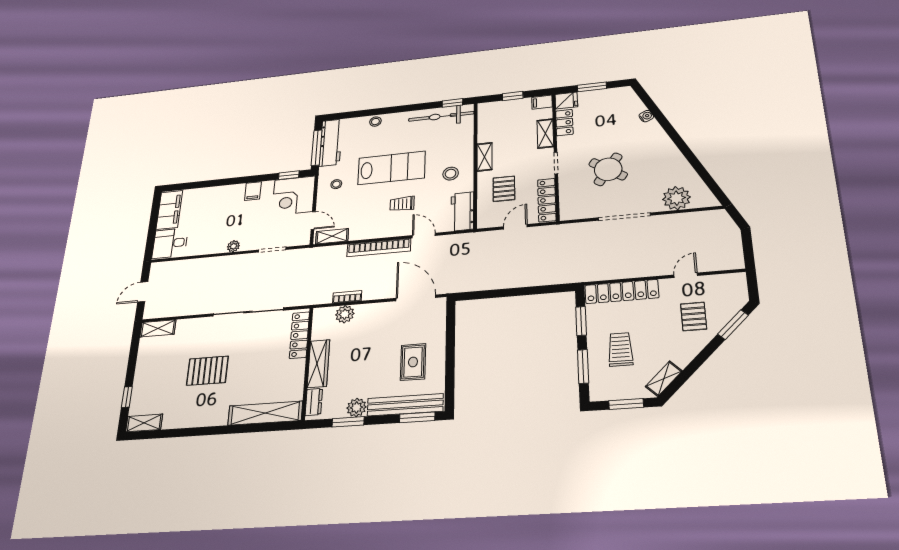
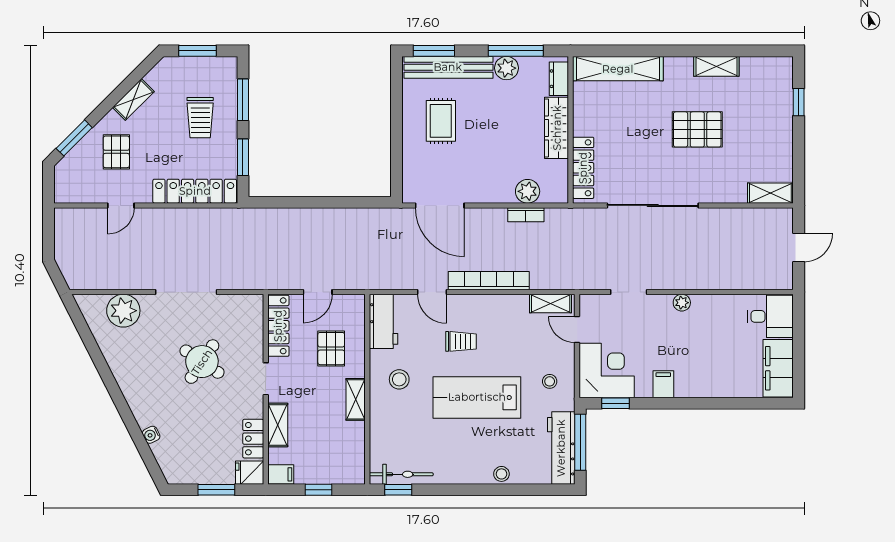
bicycle: (441, 116) -> (401, 474), width x0.73, depth x0.71
shelving: (664, 379) -> (133, 99), moved
window: (348, 422) -> (516, 51), width x1.44
shelving: (144, 423) -> (716, 66), moved

